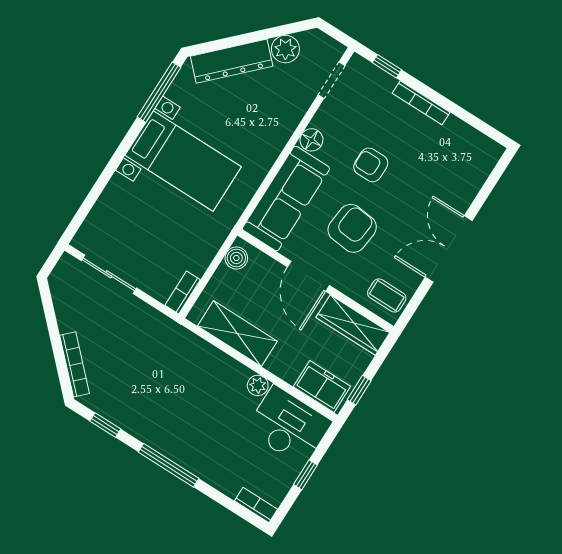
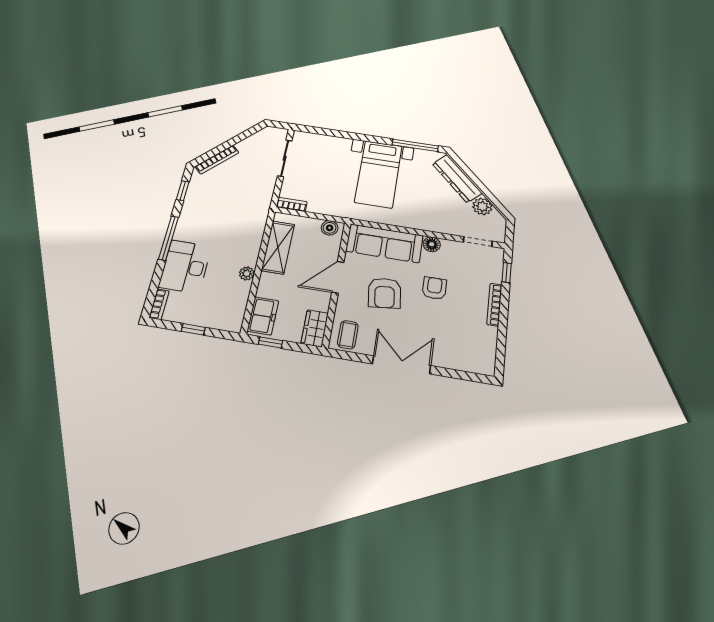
armchair: (352, 228) -> (385, 293), turned 77
wardrobe: (353, 325) -> (315, 328), width x0.67
desk: (289, 426) -> (185, 267), moved, turned 180

